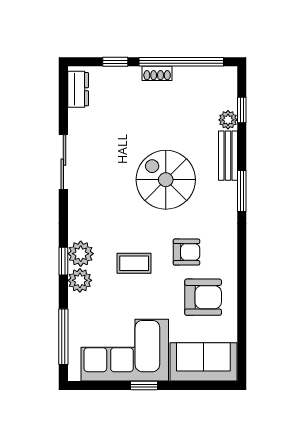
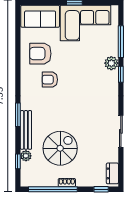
window: (115, 62) -> (101, 189), moved
bench: (228, 156) -> (26, 130), width x1.36
spiral stairs: (166, 180) -> (60, 148), moved, turned -90
plant: (81, 254) -> (111, 79), removed
coffee table: (134, 263) -> (80, 73), removed
window: (63, 337) -> (121, 42), moved

